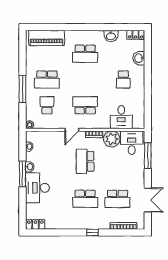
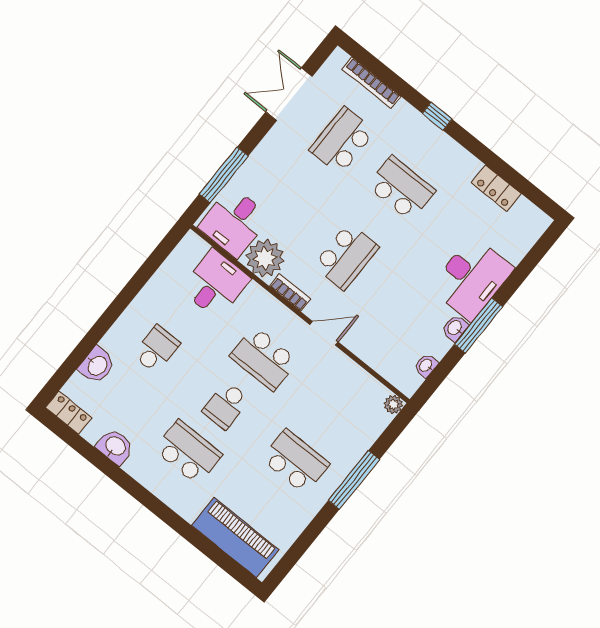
school desk: (47, 105) -> (226, 405), moved
school desk: (118, 199) -> (342, 141), turned -90
locker: (35, 224) -> (496, 188), moved

